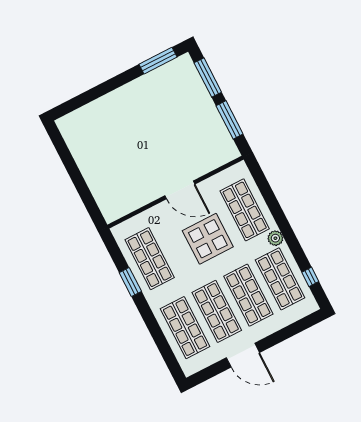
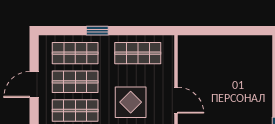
door: (180, 190) -> (176, 100), swing flipped
window: (130, 282) -> (97, 31), moved

